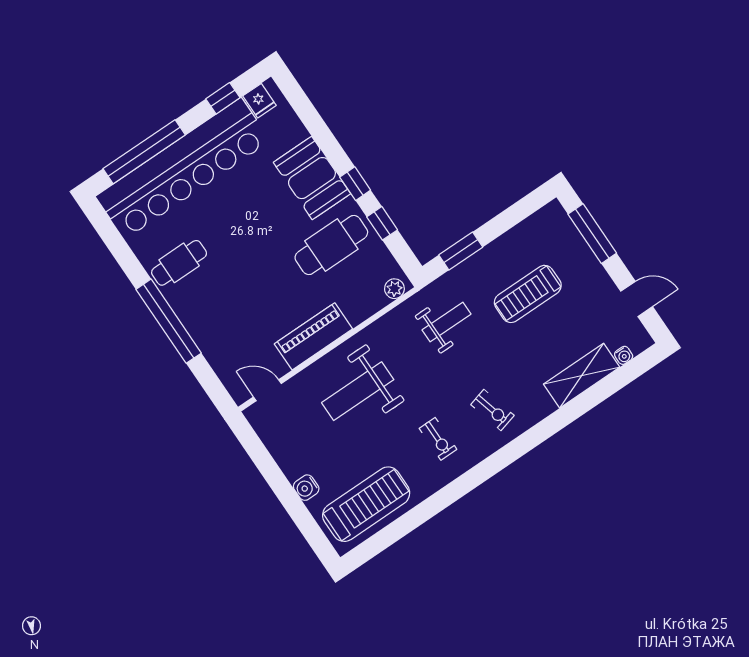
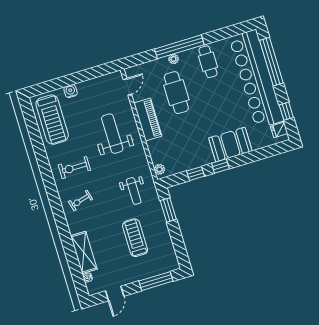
cafe table: (331, 245) -> (176, 93), moved
plant: (193, 325) -> (174, 59), added
exercise bike: (438, 439) -> (74, 168), width x1.38, depth x1.39

